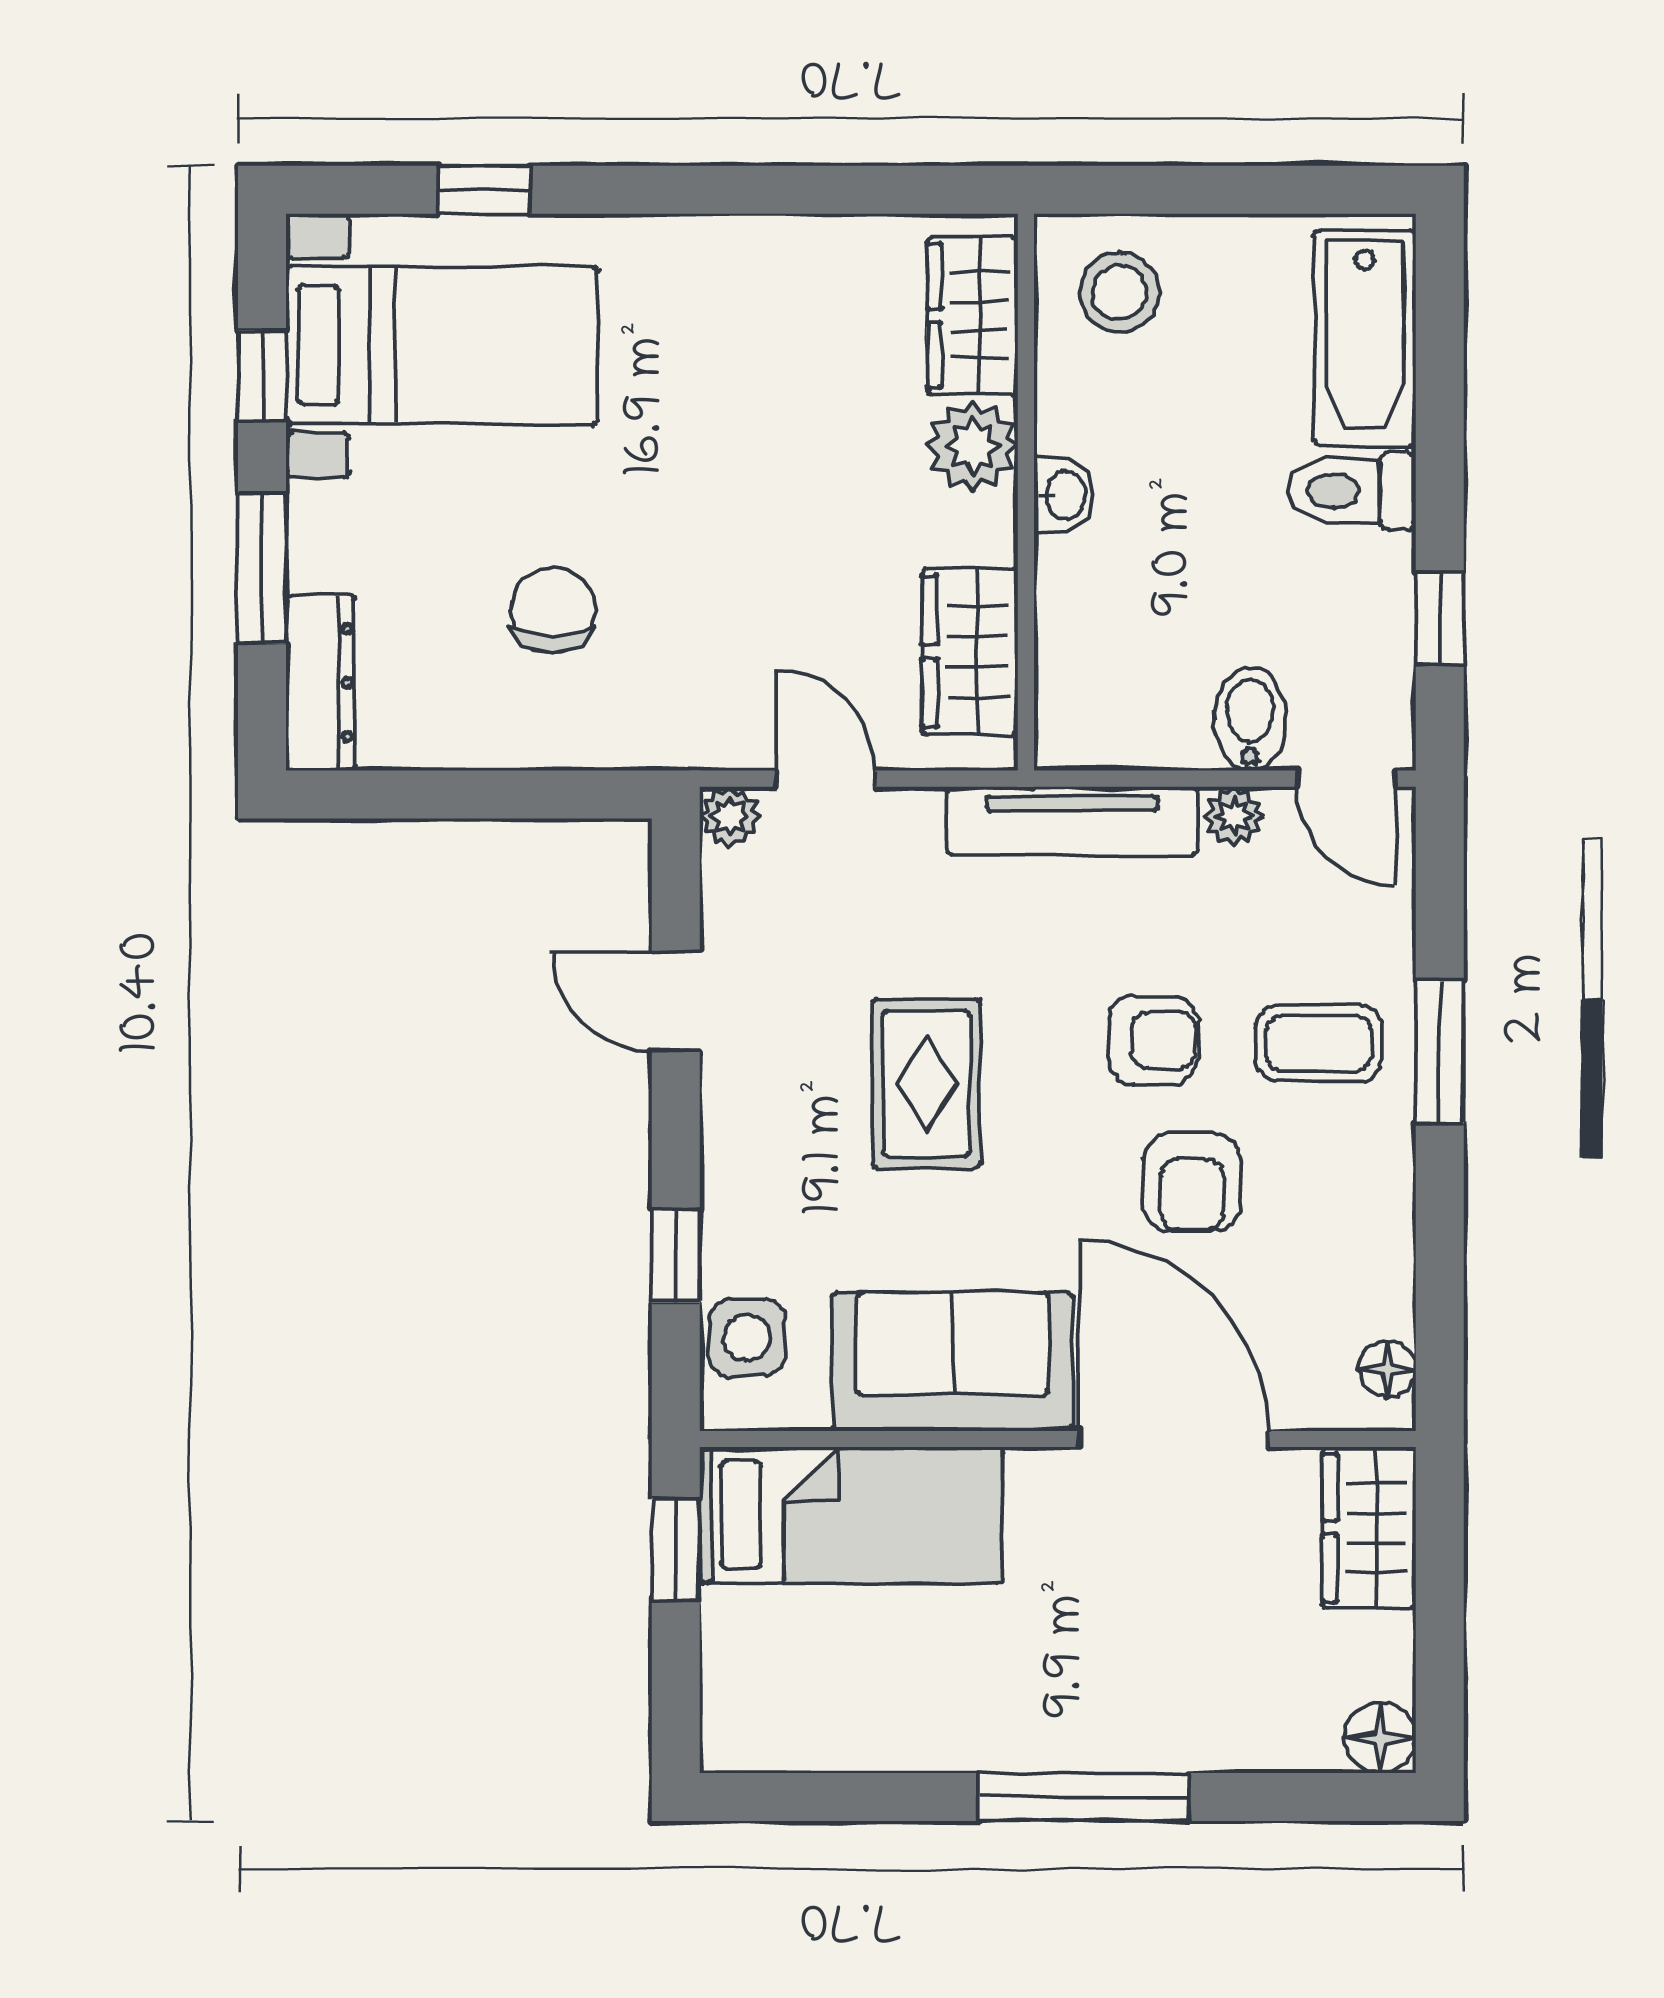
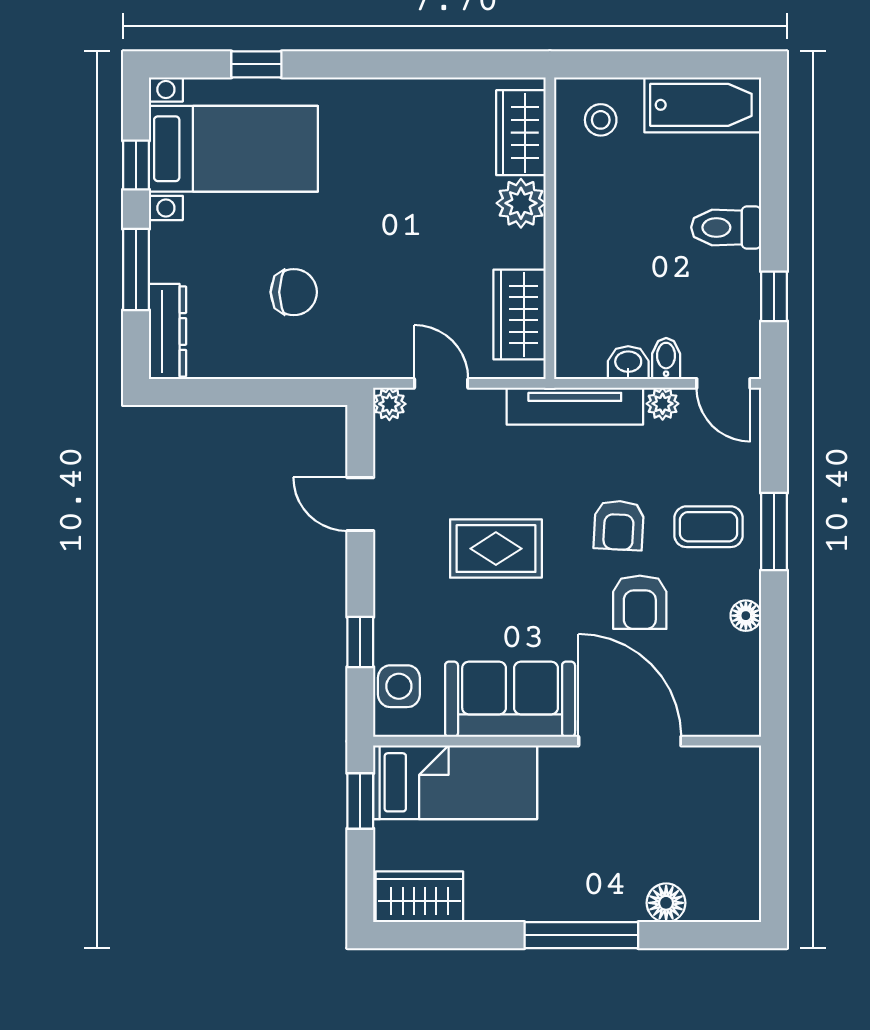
stool: (1120, 292) -> (601, 120), width x0.73, depth x0.73
bathtub: (1365, 338) -> (703, 105), moved, turned -90
washbasin: (1064, 495) -> (628, 363), moved, turned -90
chair: (553, 610) -> (294, 292), turned 90
bidet: (1250, 719) -> (666, 358), width x0.72, depth x0.74
armchair: (1153, 1040) -> (619, 525), turned 93
rug: (926, 1083) -> (496, 549), turned 90
floor lamp: (1388, 1369) -> (746, 616), moved
wardrobe: (1369, 1528) -> (419, 897), moved, turned 90
floor lamp: (1380, 1737) -> (666, 903), moved

